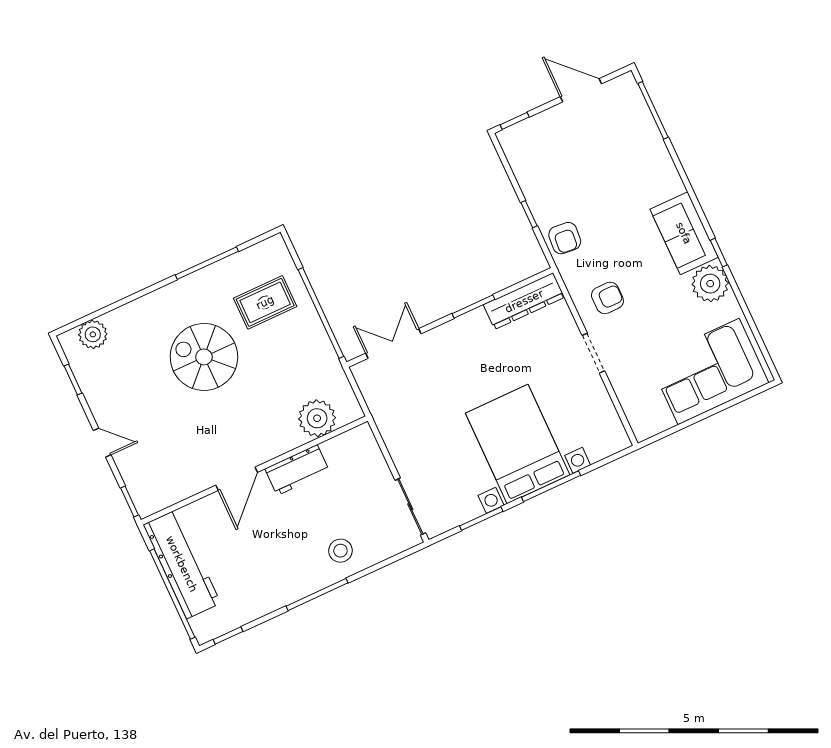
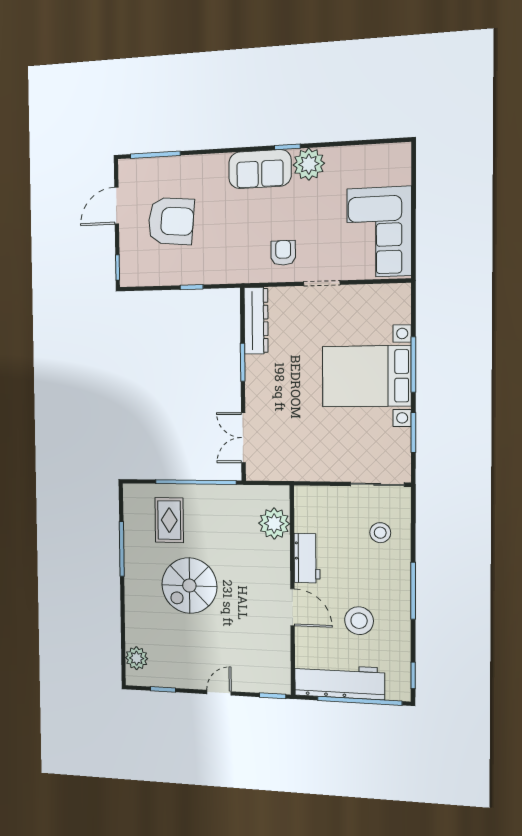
armchair: (565, 238) -> (171, 221), moved, width x1.88, depth x1.88
corner sofa: (709, 371) -> (379, 232), moved
stool: (340, 551) -> (380, 533), moved
stool: (258, 554) -> (359, 621), added

